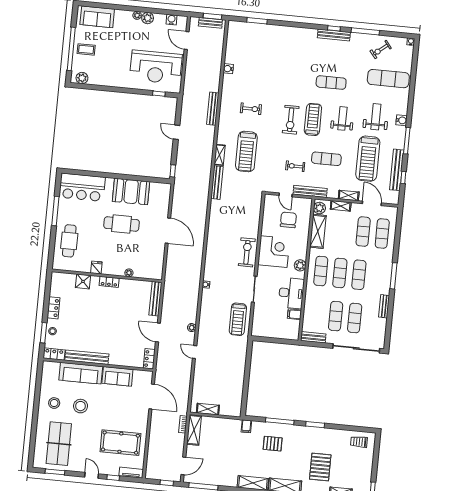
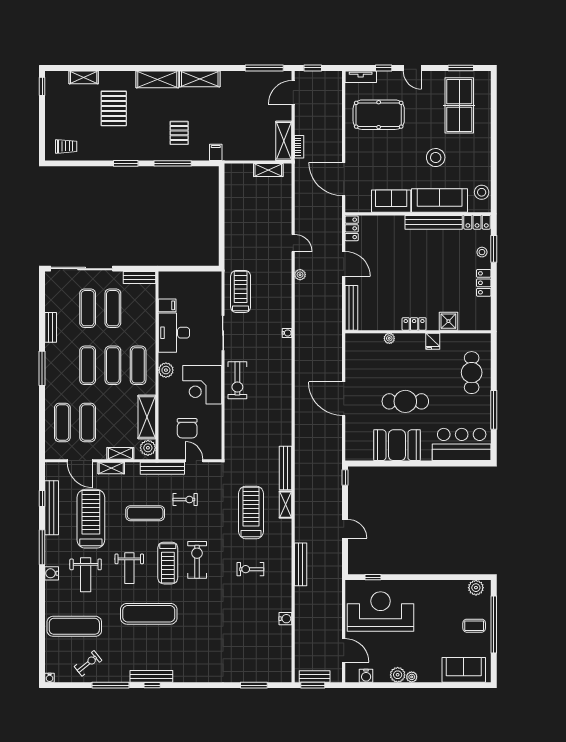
exercise mat: (331, 83) -> (149, 614), width x1.36, depth x1.45
stool: (54, 403) -> (482, 192), moved
pallet: (273, 444) -> (179, 133), turned 90

